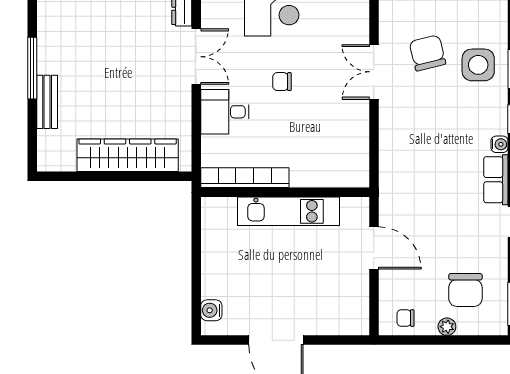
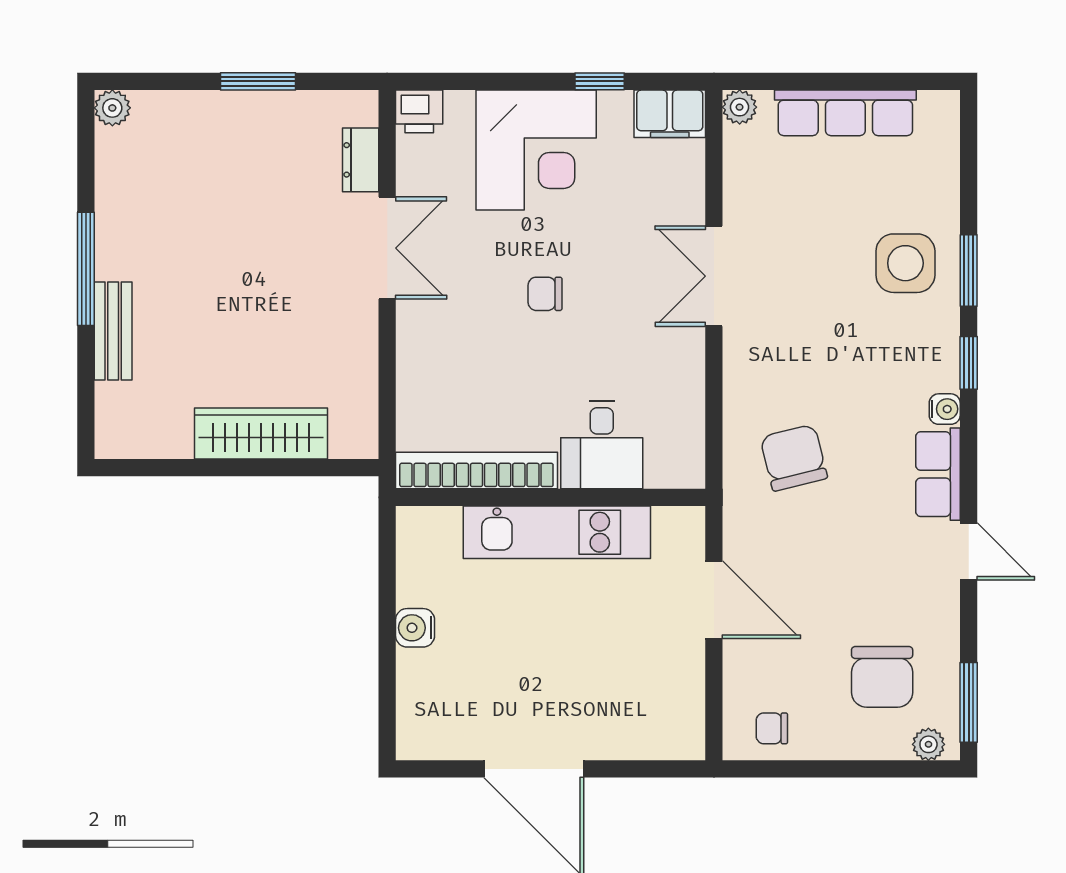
chair: (427, 53) -> (794, 458), moved
desk: (225, 112) -> (602, 445), moved, turned -90
wardrobe: (128, 155) -> (261, 434), width x0.71, depth x0.85
water cooler: (211, 310) -> (415, 628), moved
plant: (447, 327) -> (928, 744), moved

